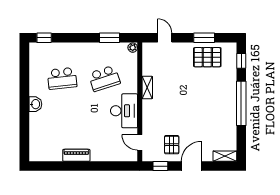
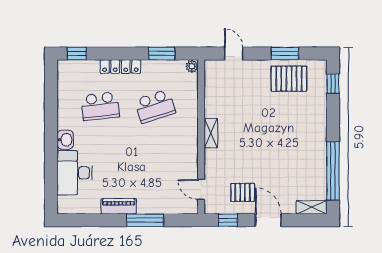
locker: (78, 48) -> (120, 67), added
shelving: (147, 87) -> (211, 133), moved
window: (241, 103) -> (333, 171), moved
desk: (124, 111) -> (75, 173), moved, turned 180
pallet: (172, 145) -> (243, 192), turned 90
window: (97, 166) -> (145, 220), added
door: (191, 166) -> (268, 220), hinge flipped

